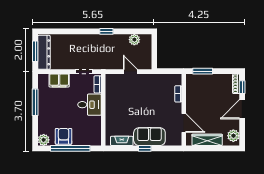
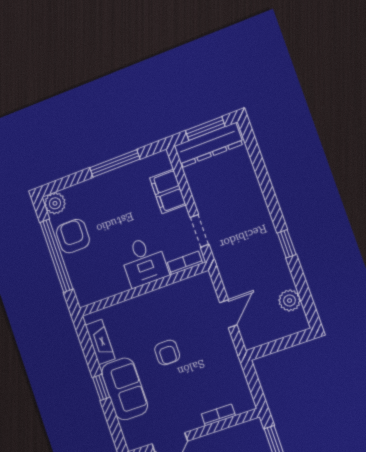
armchair: (139, 109) -> (167, 352), added
armchair: (64, 136) -> (73, 236), turned -90

